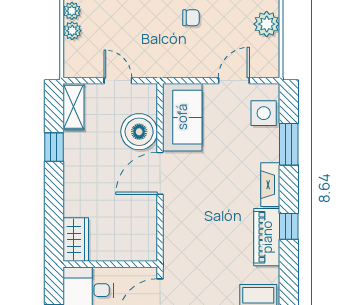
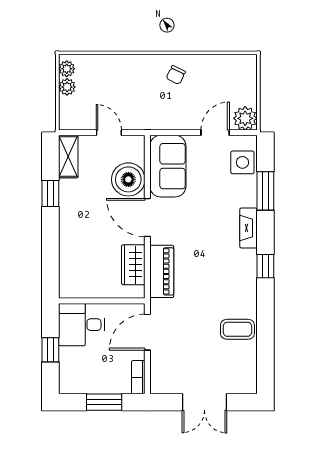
chair: (191, 18) -> (176, 75), turned 116
plant: (267, 24) -> (245, 118), moved
door: (160, 173) -> (147, 218), hinge flipped
piano: (267, 237) -> (162, 271), moved, turned 180
wardrobe: (76, 240) -> (133, 265), moved, turned 180

